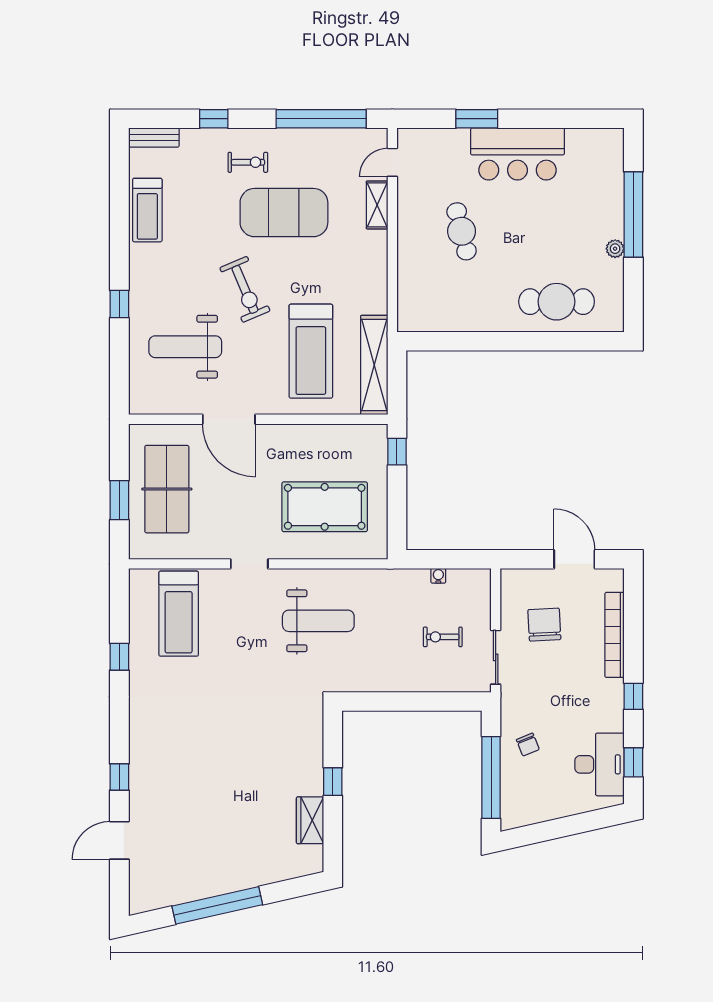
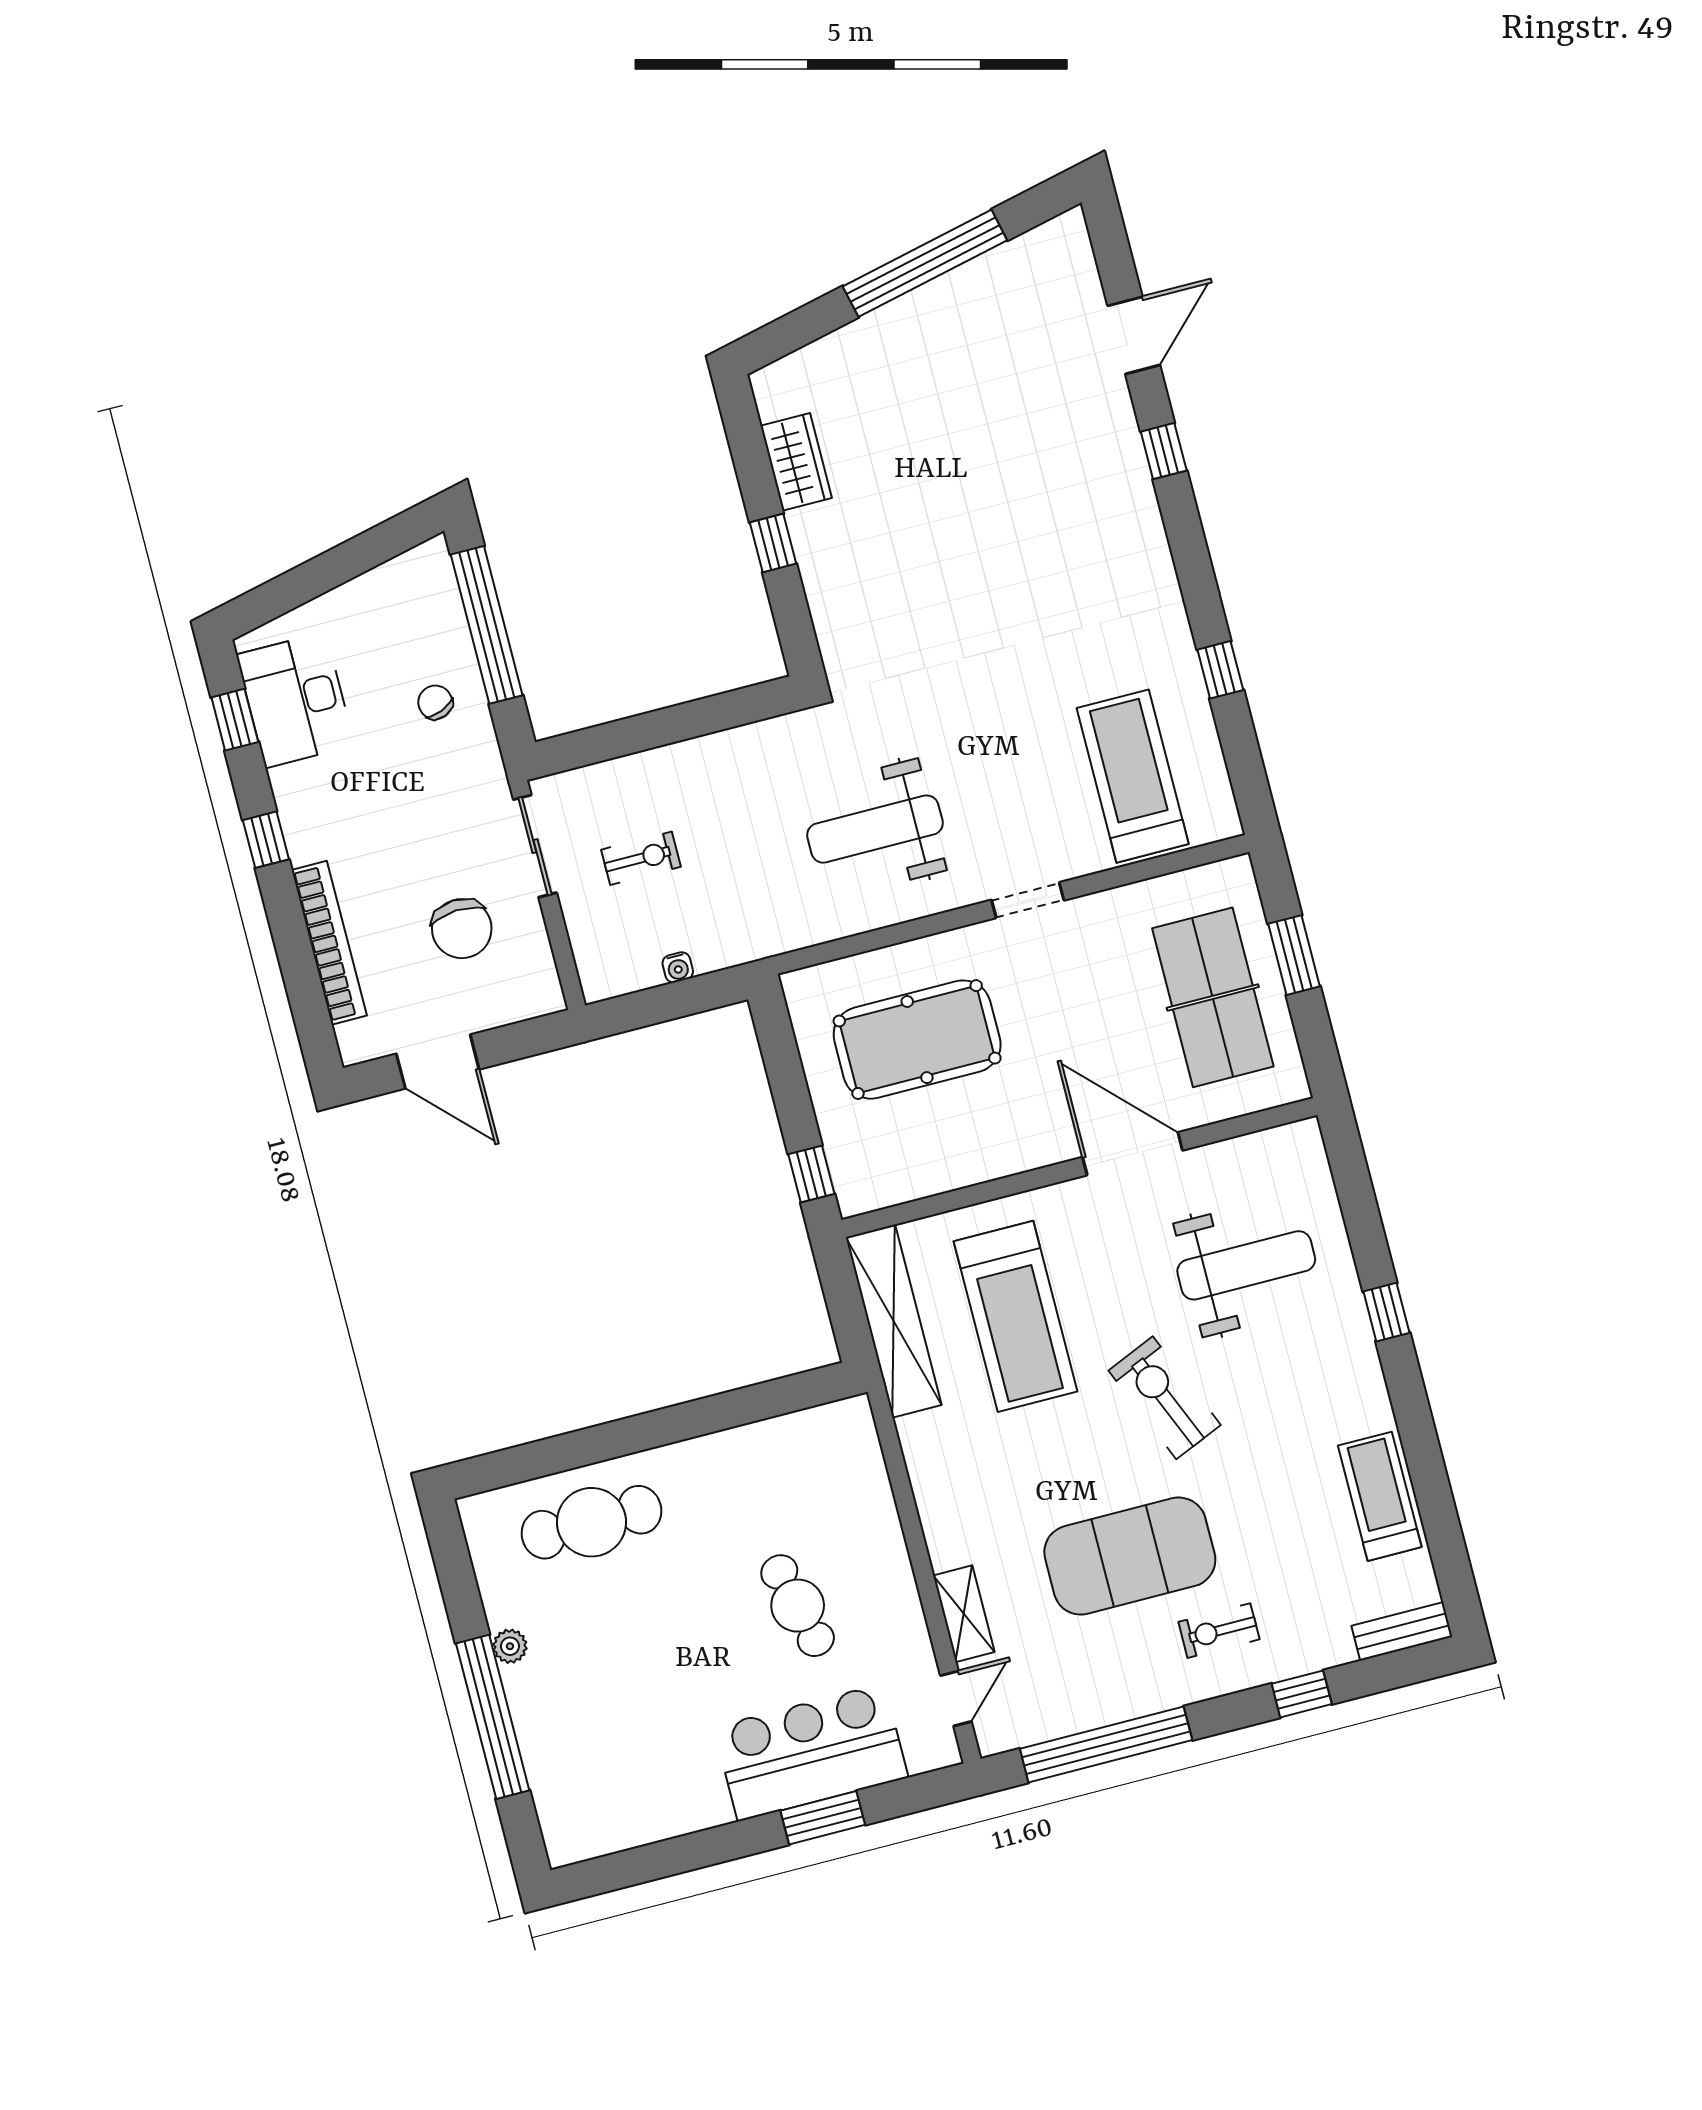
bar counter: (517, 154) -> (811, 1752), moved
treadmill: (311, 351) -> (1015, 1316), turned 180

